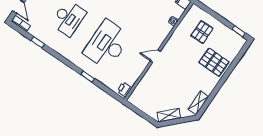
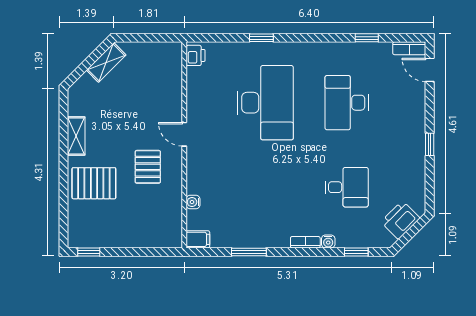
pallet: (202, 32) -> (148, 167), moved
door: (155, 56) -> (184, 134), swing flipped
shelving: (198, 103) -> (76, 136), moved

